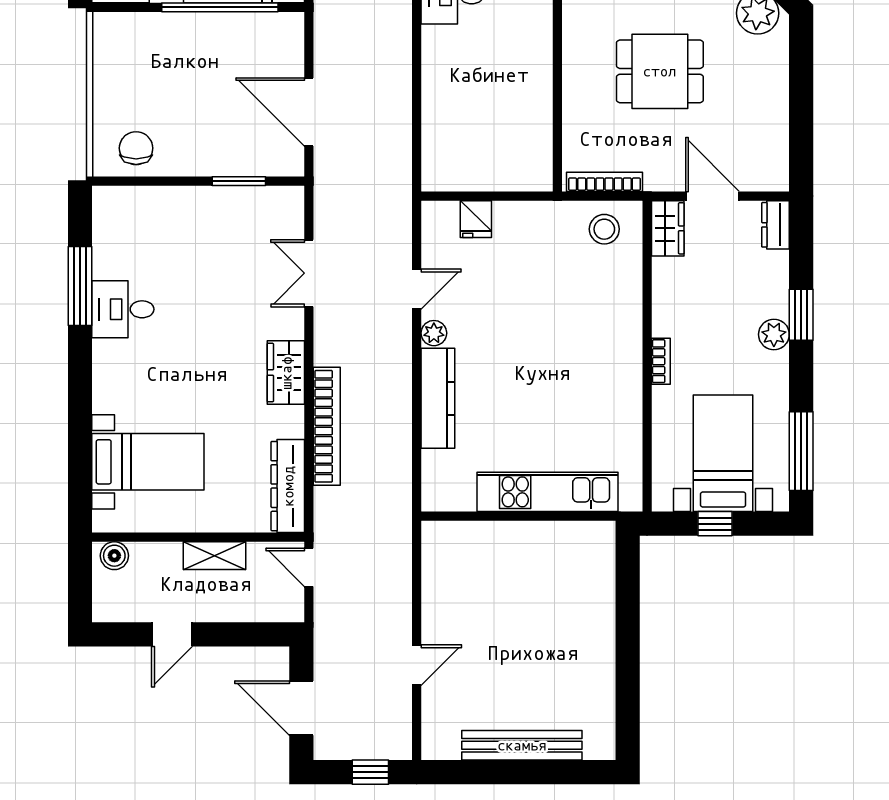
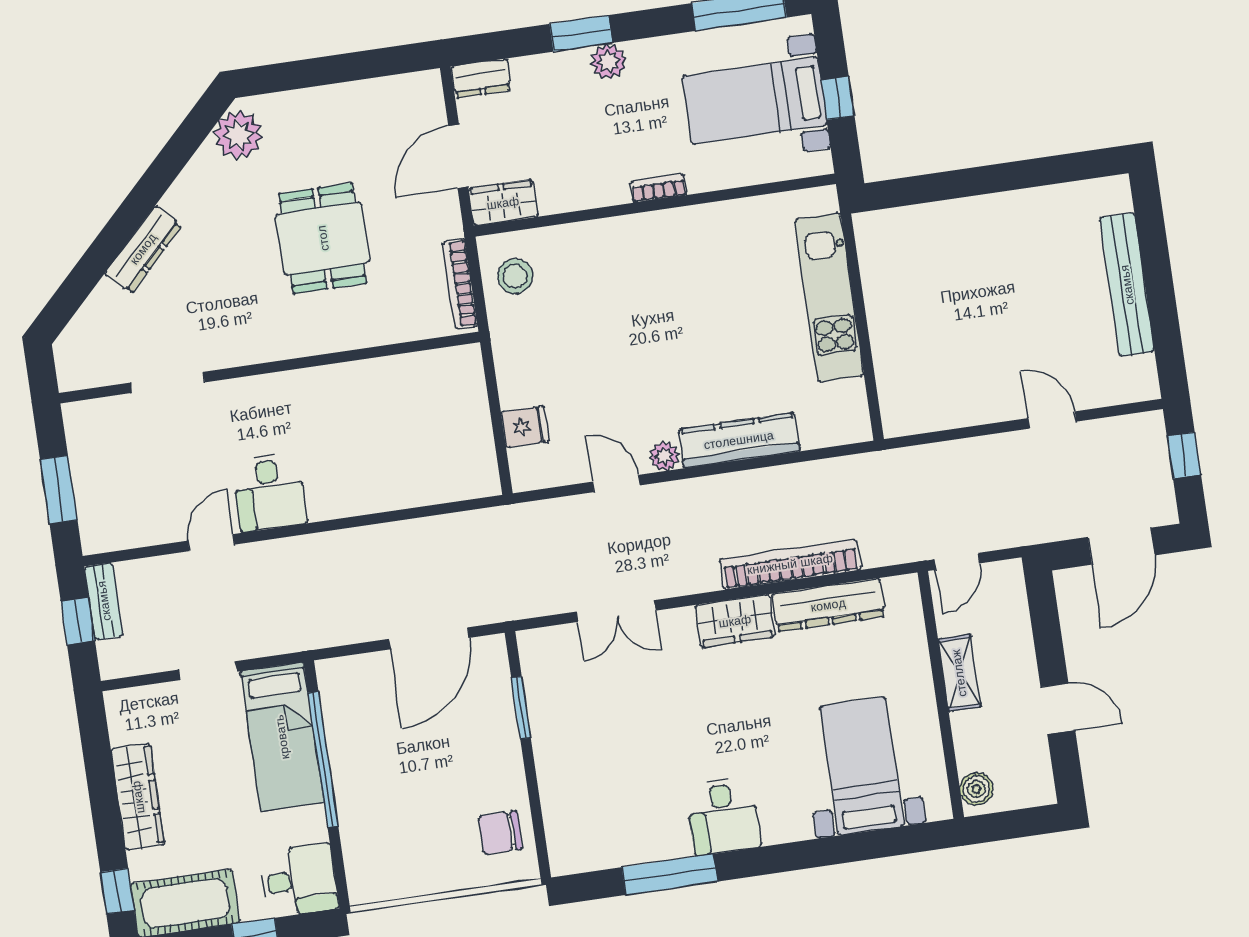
desk: (123, 309) -> (723, 816), moved
dresser: (288, 486) -> (828, 605), moved

